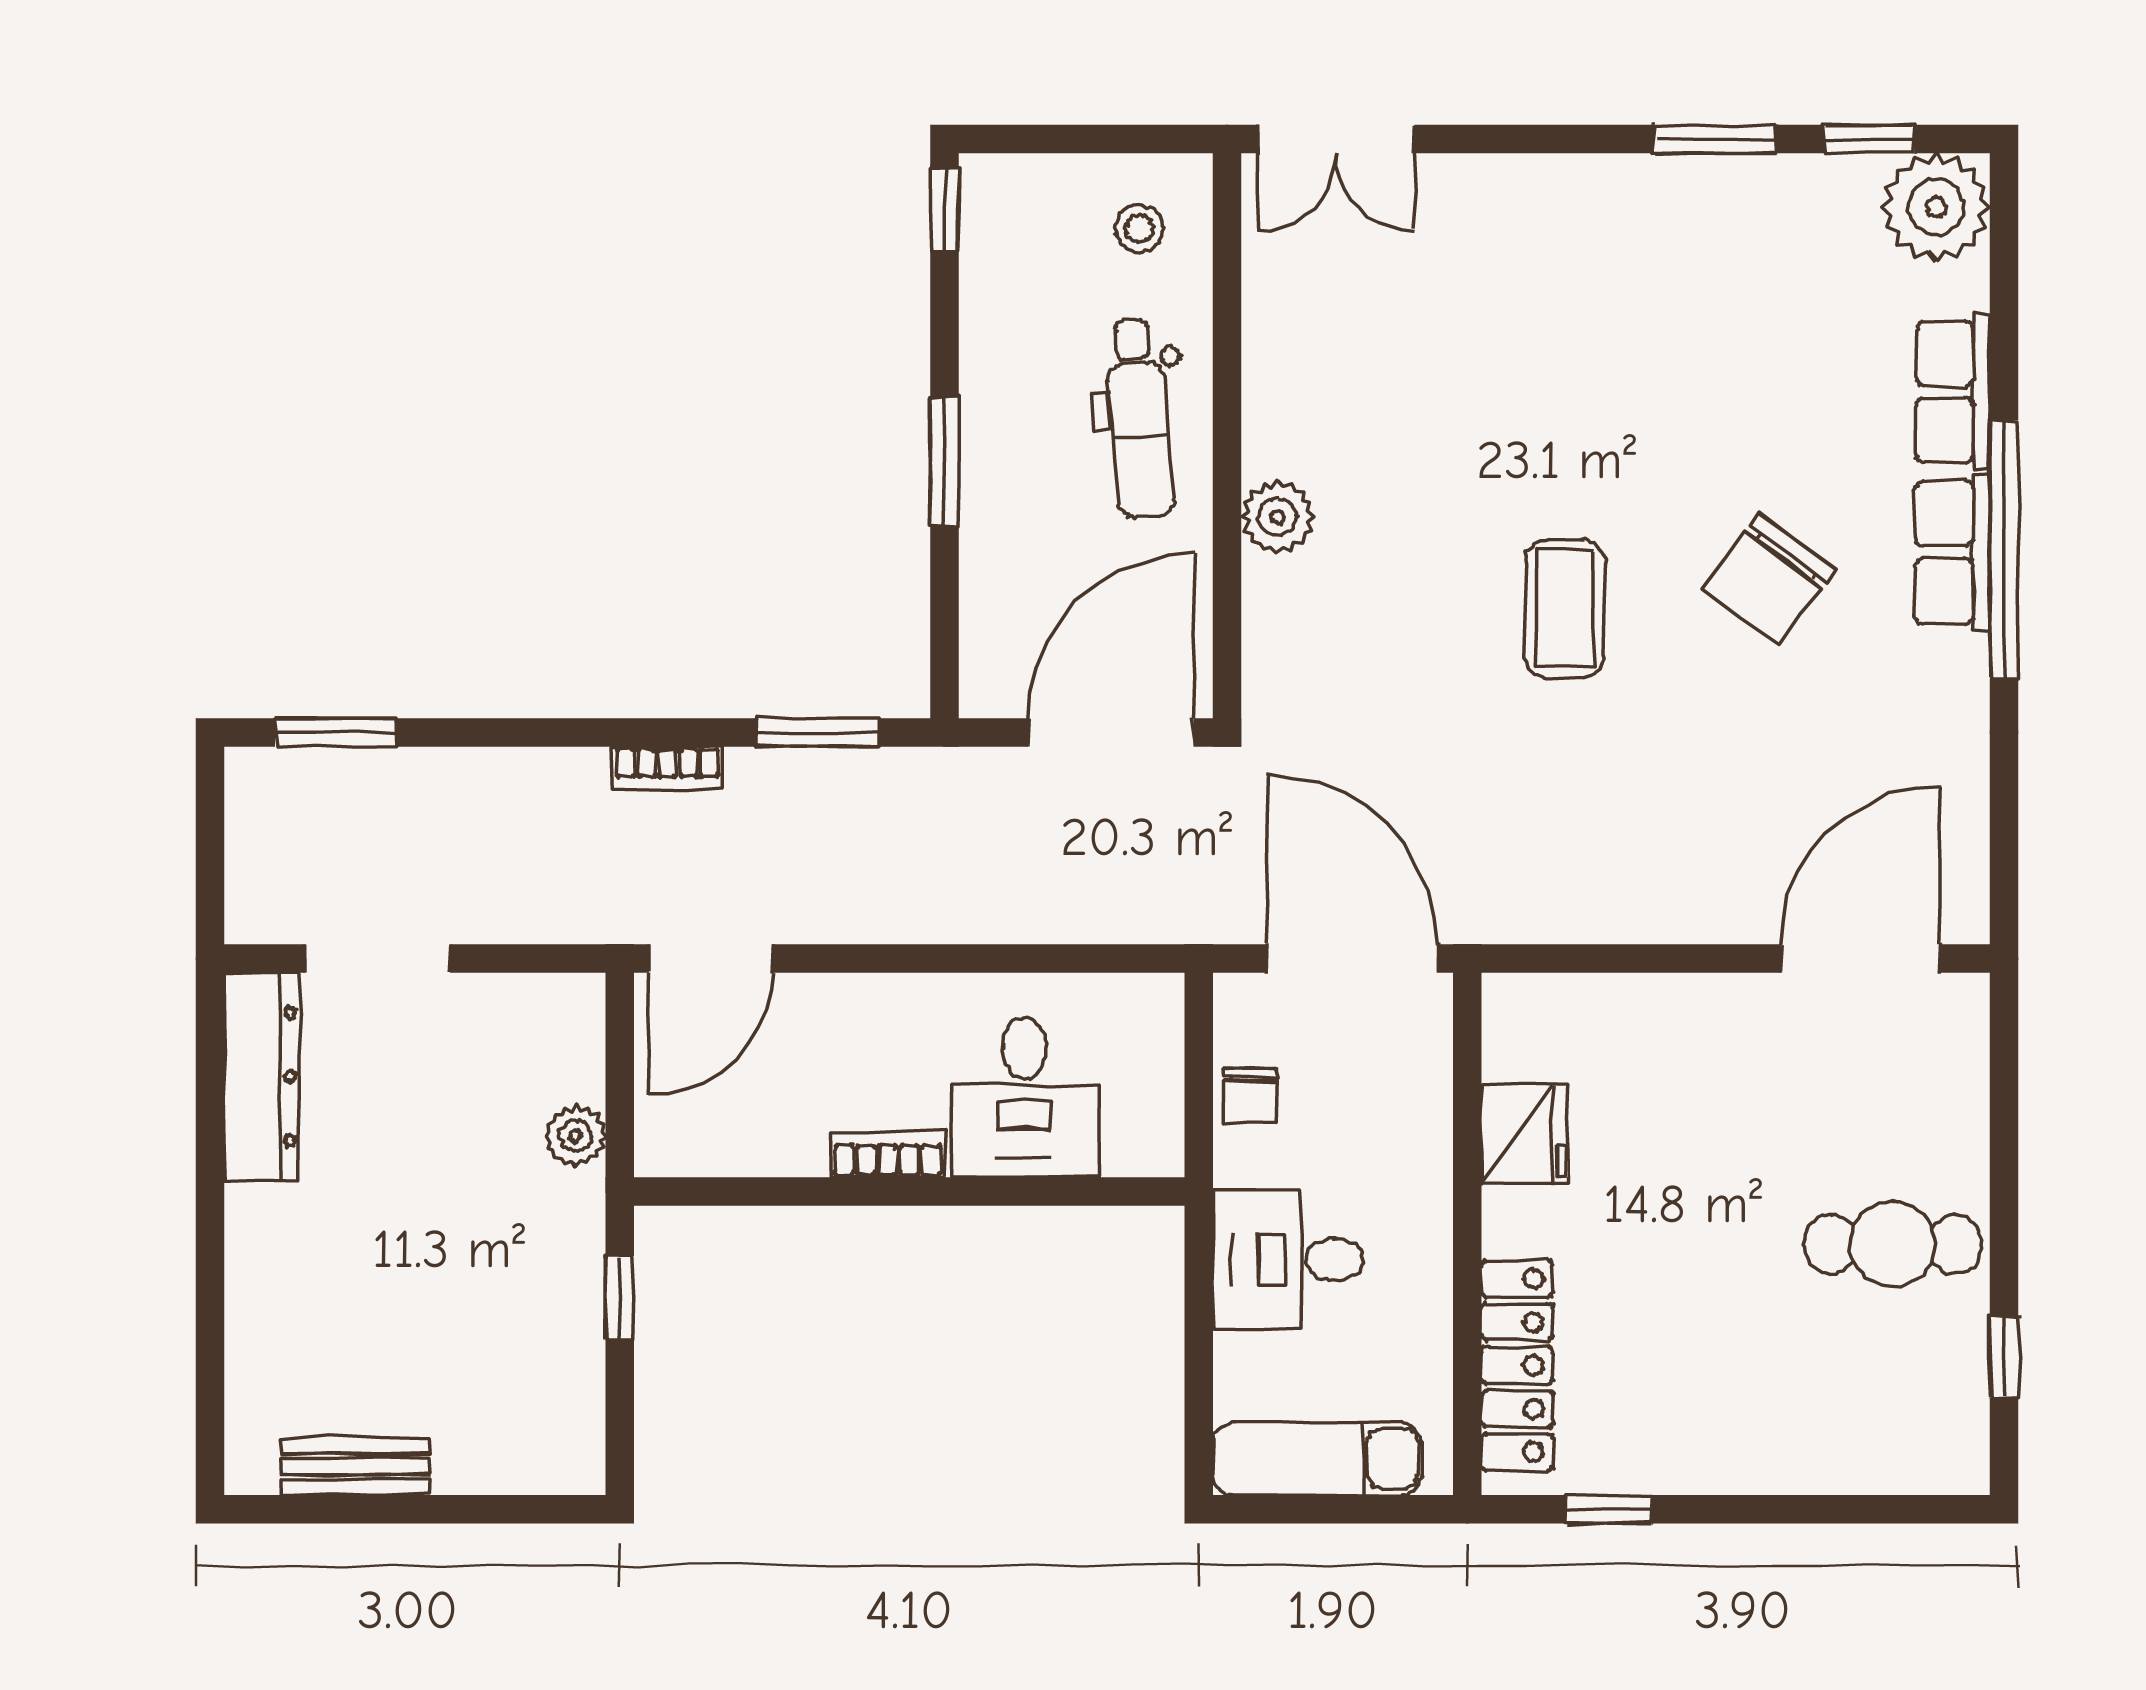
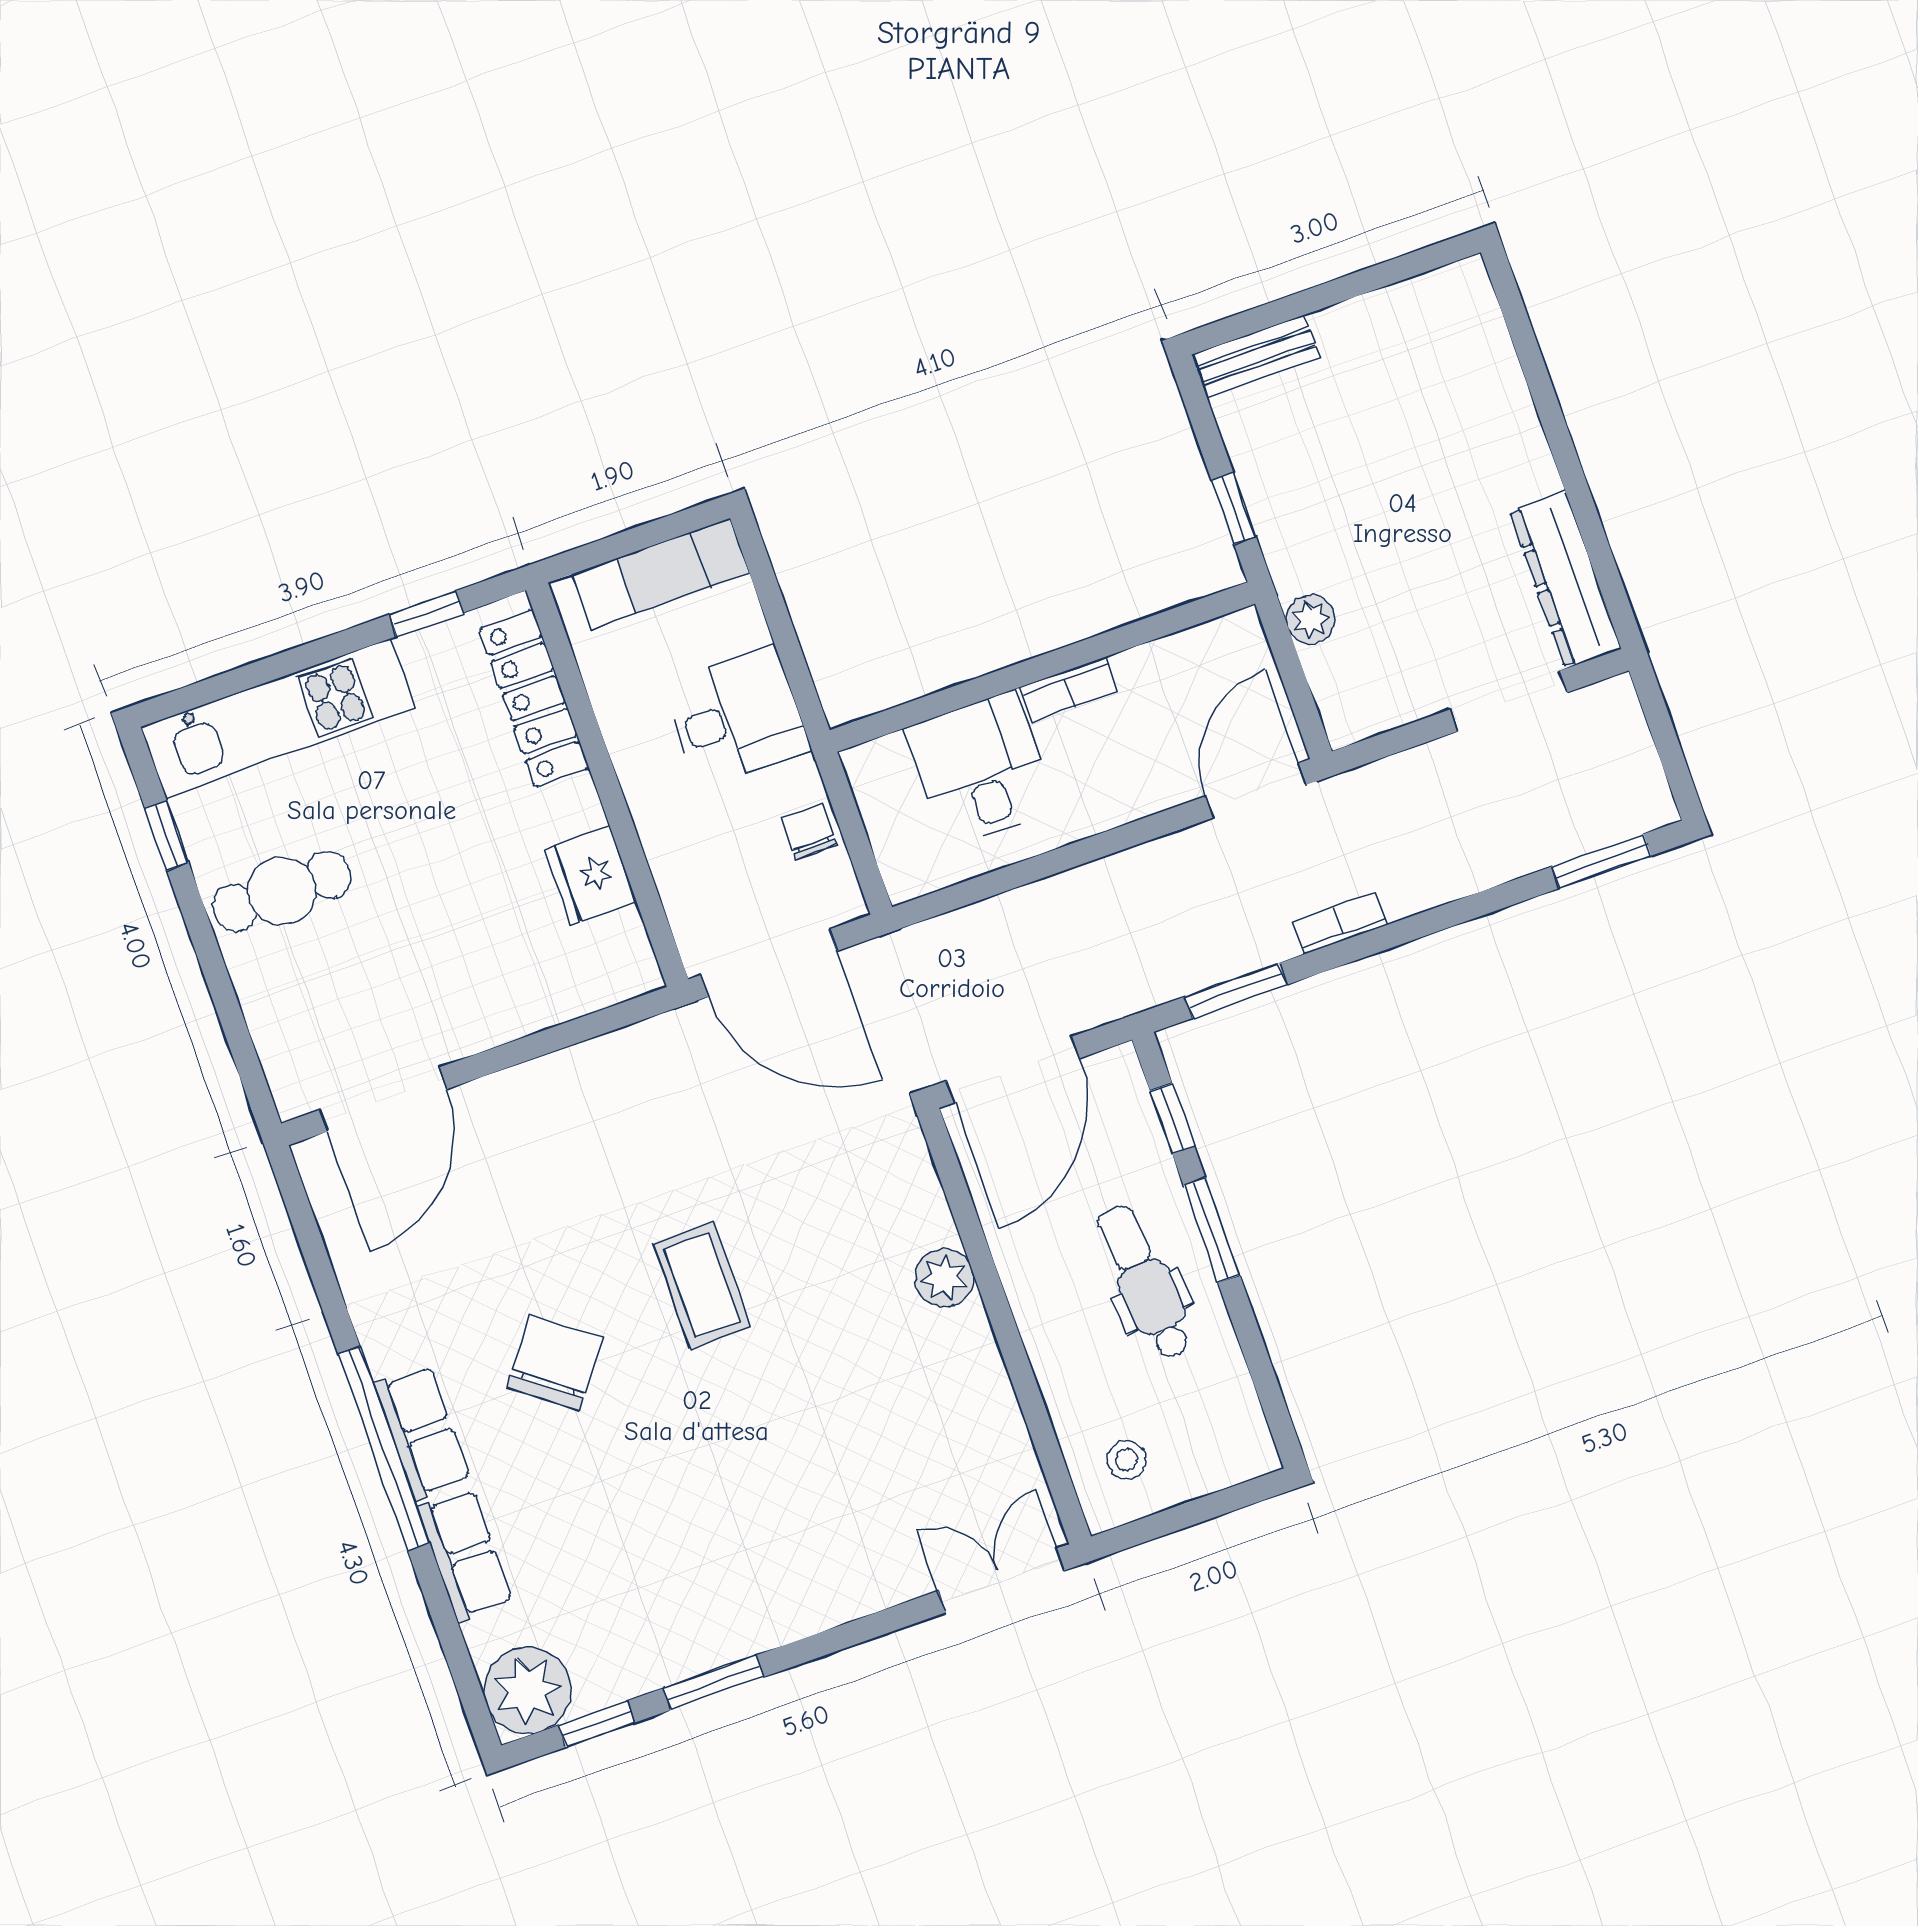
window: (945, 210) -> (1172, 1119), moved
dental chair: (1139, 418) -> (1145, 1282), moved
kitchen unit: (1825, 1449) -> (278, 718), added
bench: (355, 1467) -> (1256, 356), moved

